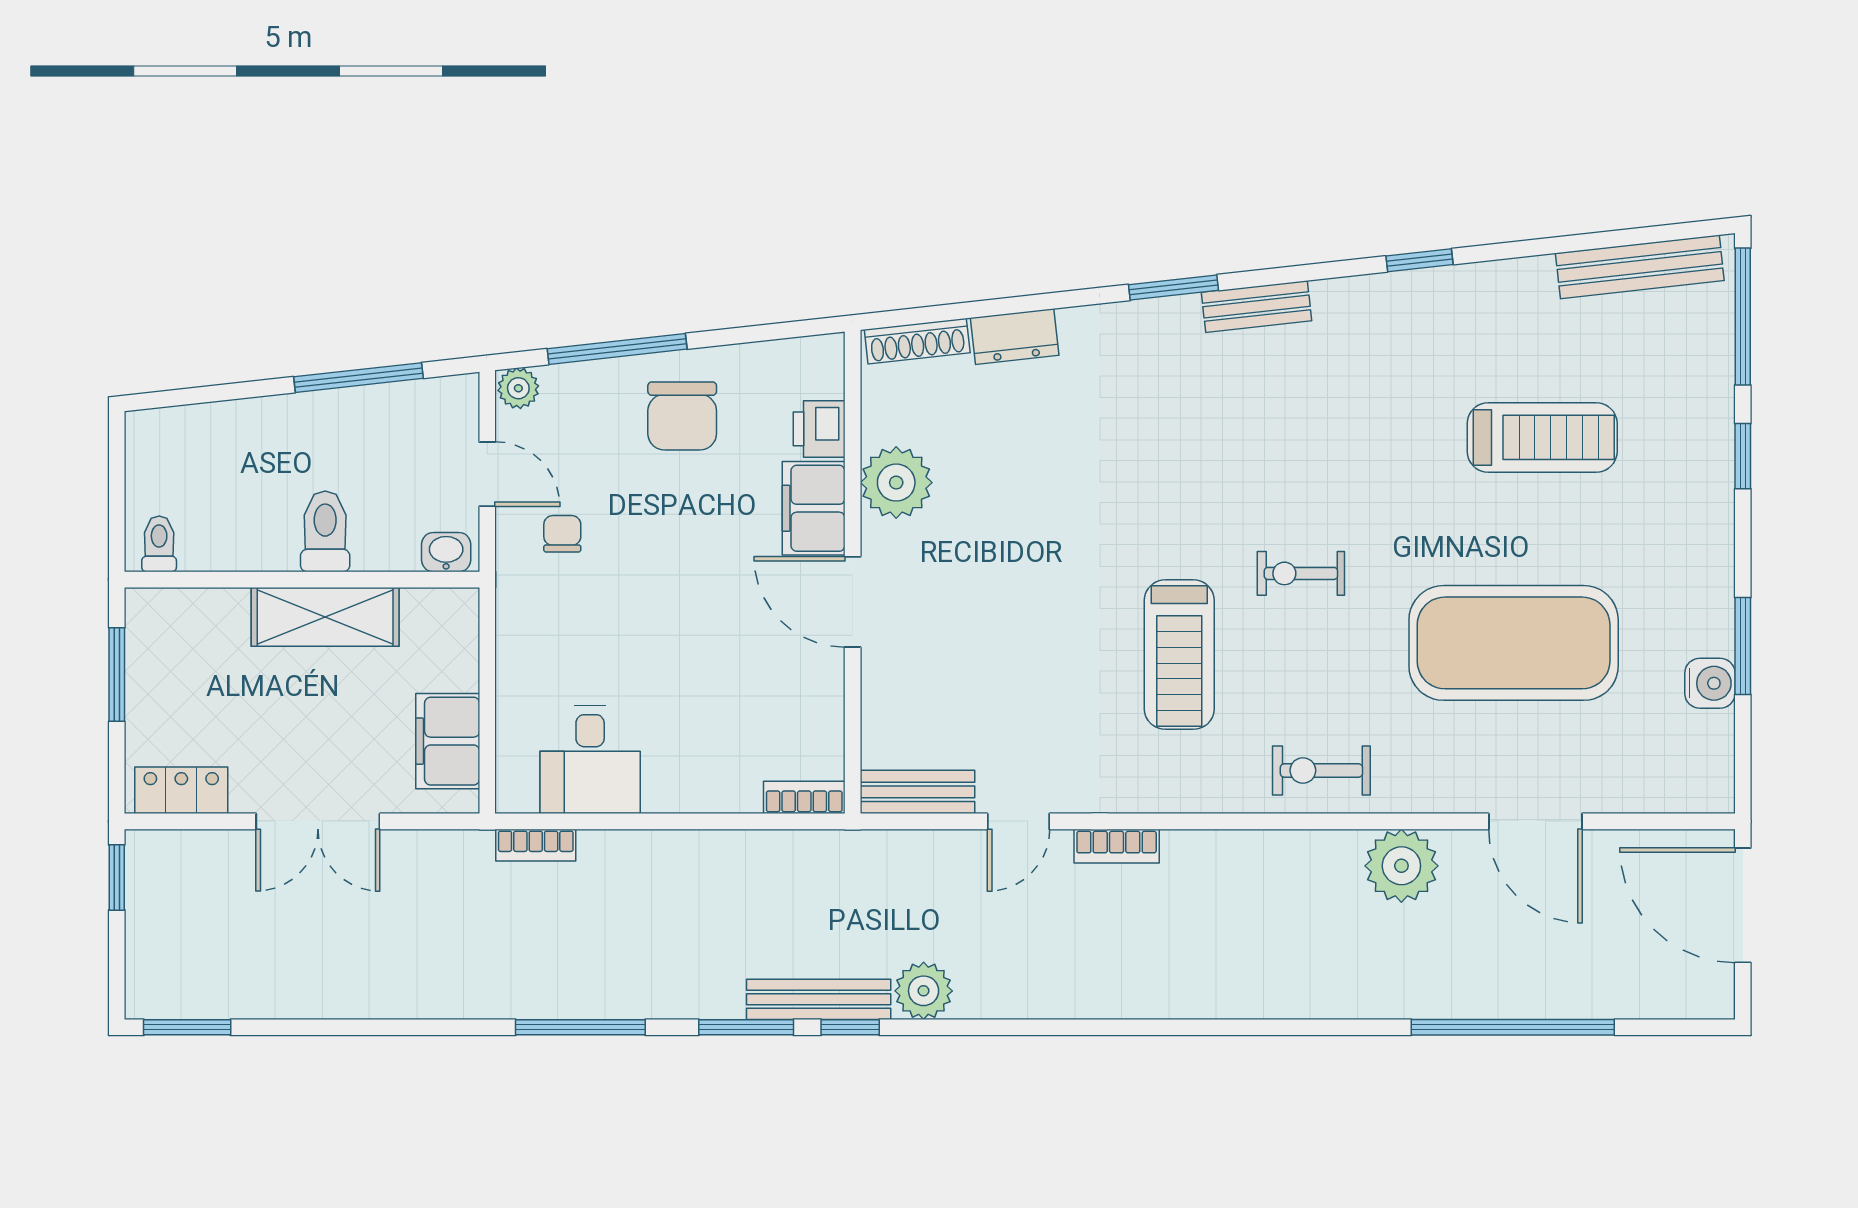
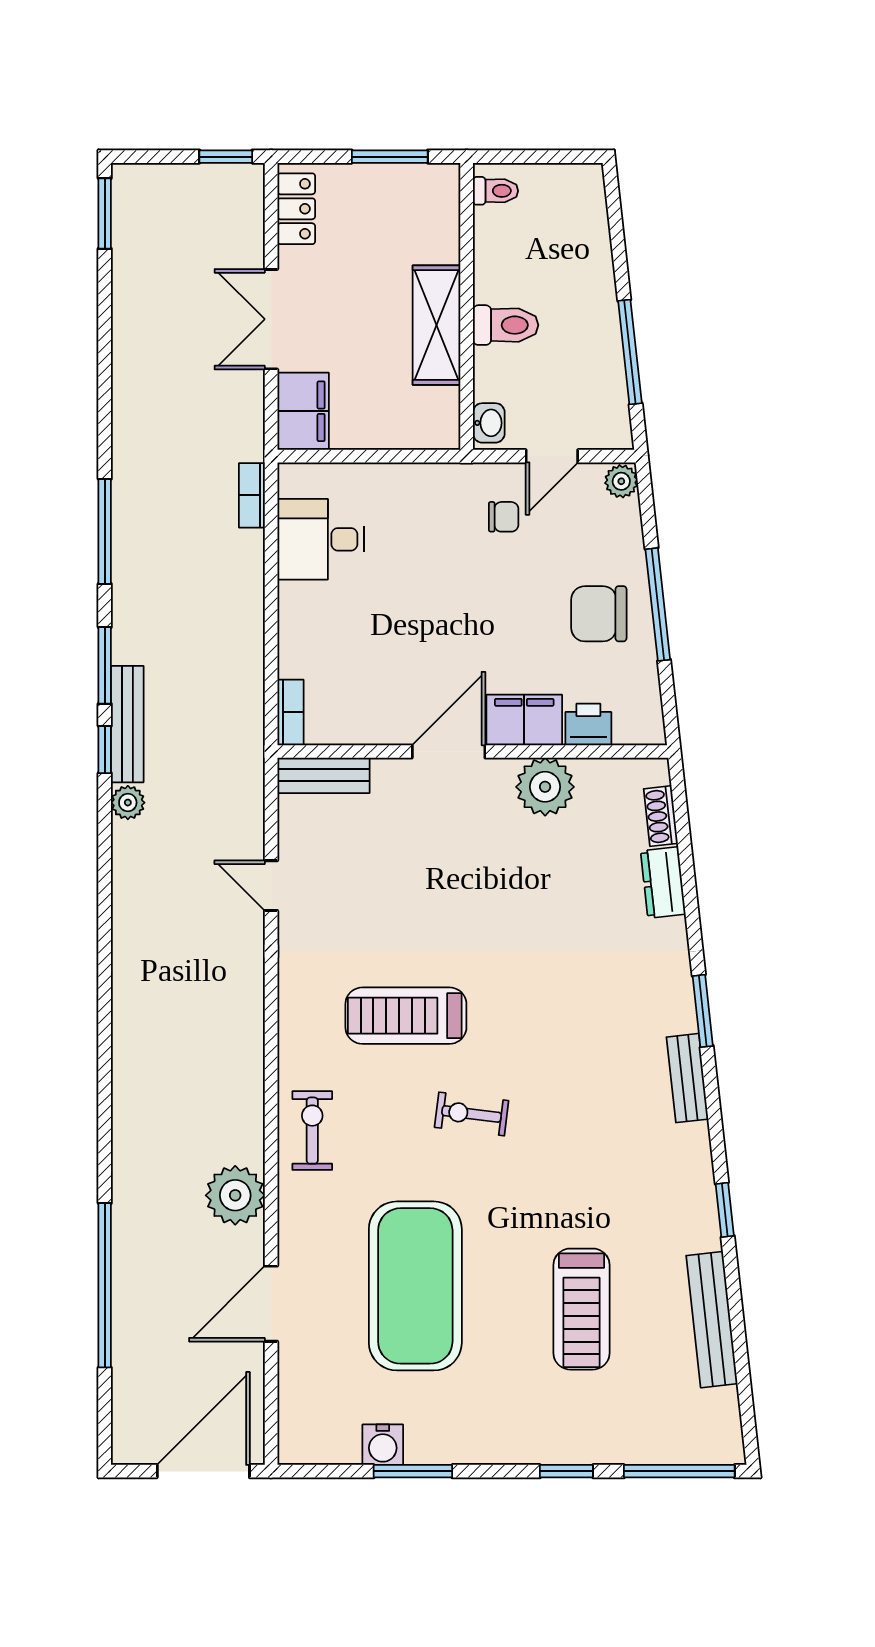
bench: (1640, 267) -> (712, 1320), moved
shoe rack: (917, 341) -> (661, 816), width x0.70
window: (617, 349) -> (658, 604), moved
exercise bike: (1301, 573) -> (472, 1114), turned -83
filing cabinet: (448, 741) -> (303, 411), moved, turned 90
bench: (917, 792) -> (323, 775), moved, turned 90
bookcase: (1117, 846) -> (251, 965), removed
plant: (924, 991) -> (128, 803), width x0.73, depth x0.73

